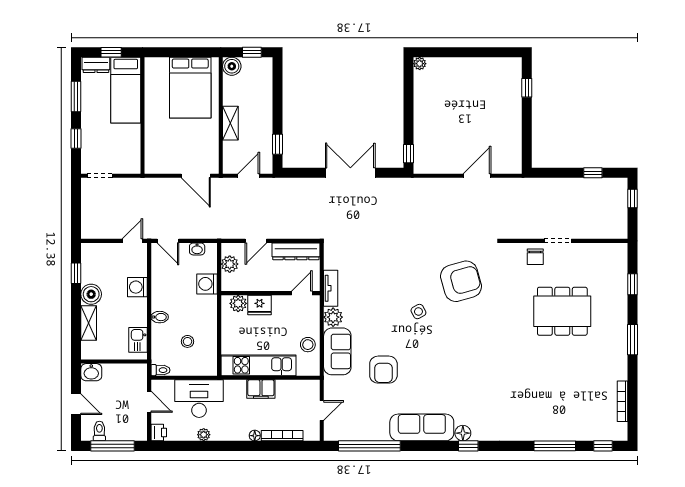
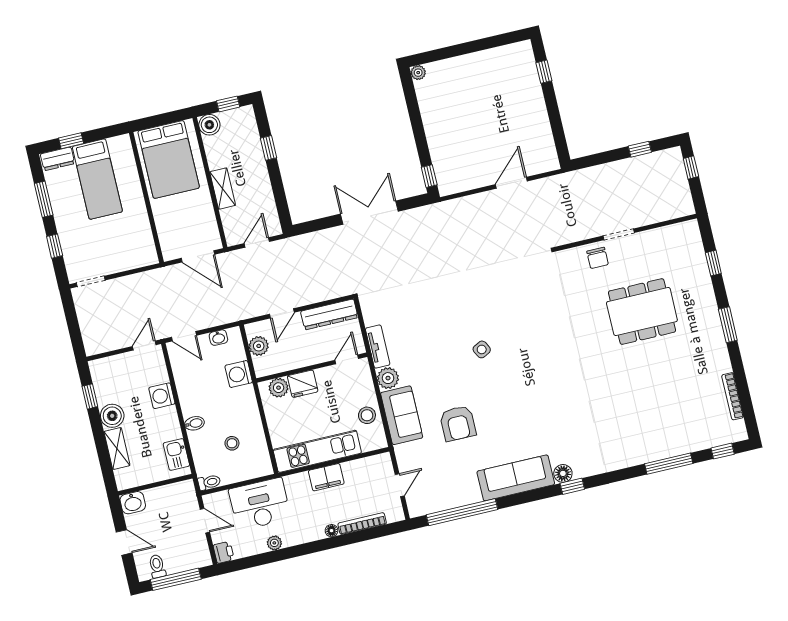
wall: (143, 115) -> (146, 197), moved
window: (277, 144) -> (268, 148), moved
armchair: (461, 281) -> (521, 305), removed

